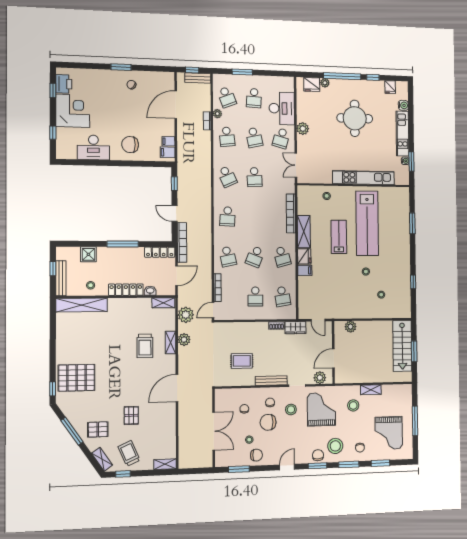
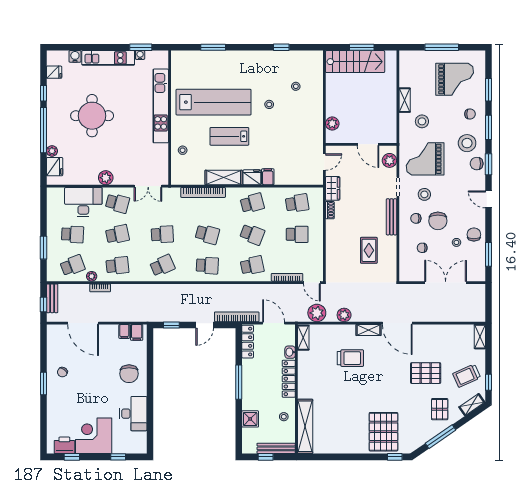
school desk: (255, 217) -> (207, 234), added
shelving: (171, 343) -> (368, 330), moved
pallet: (131, 415) -> (426, 373), width x1.50, depth x1.42

